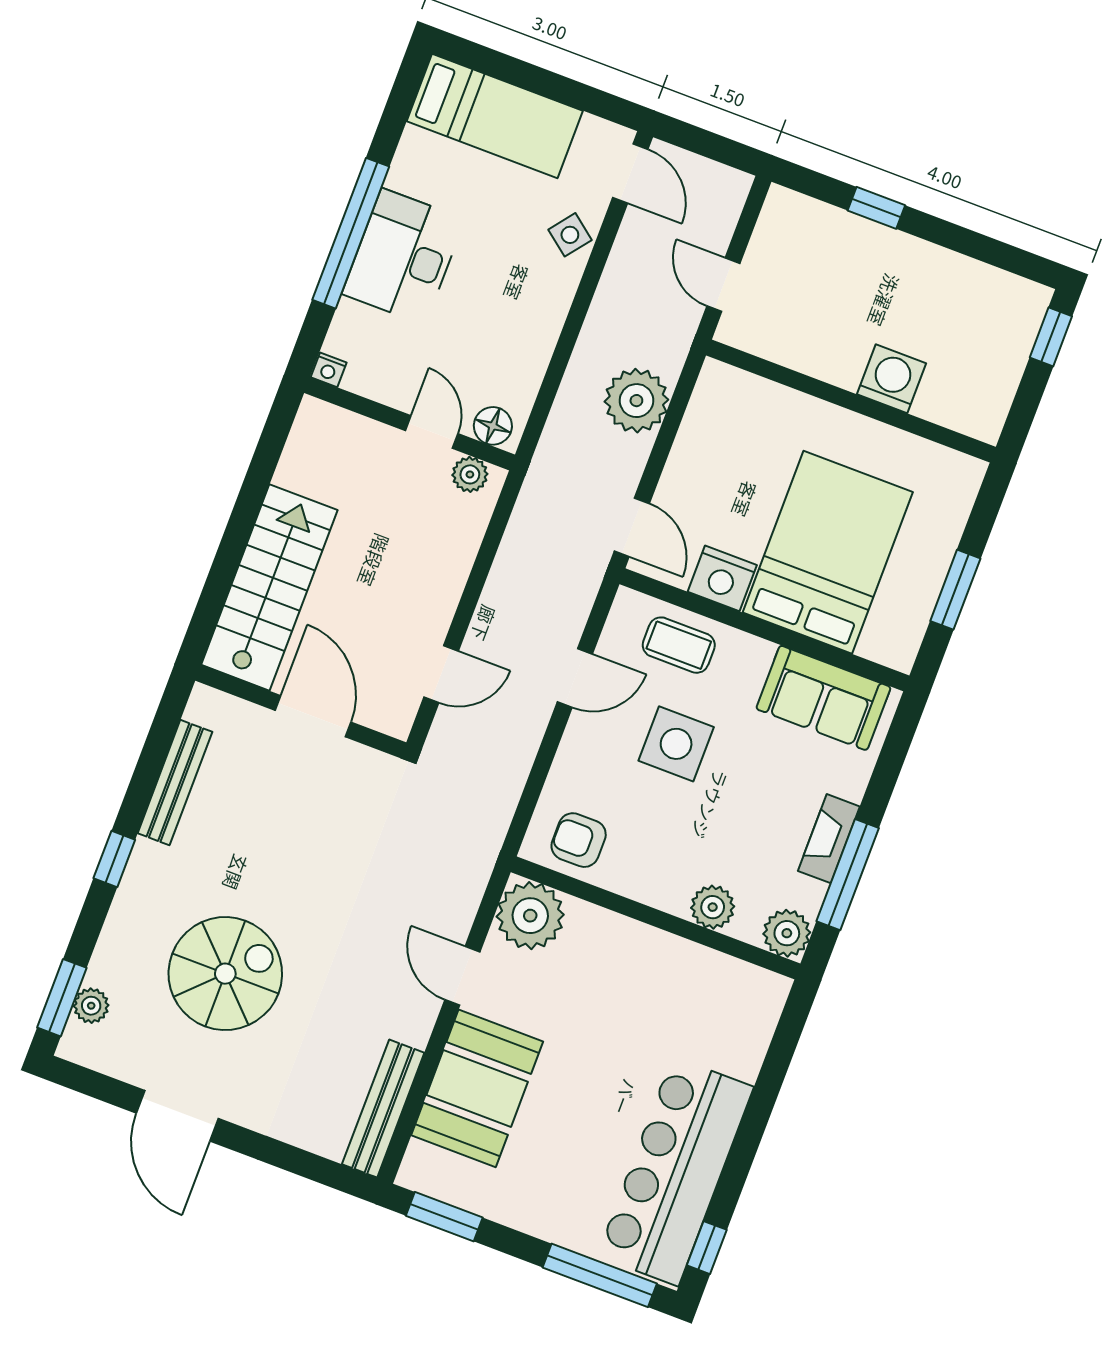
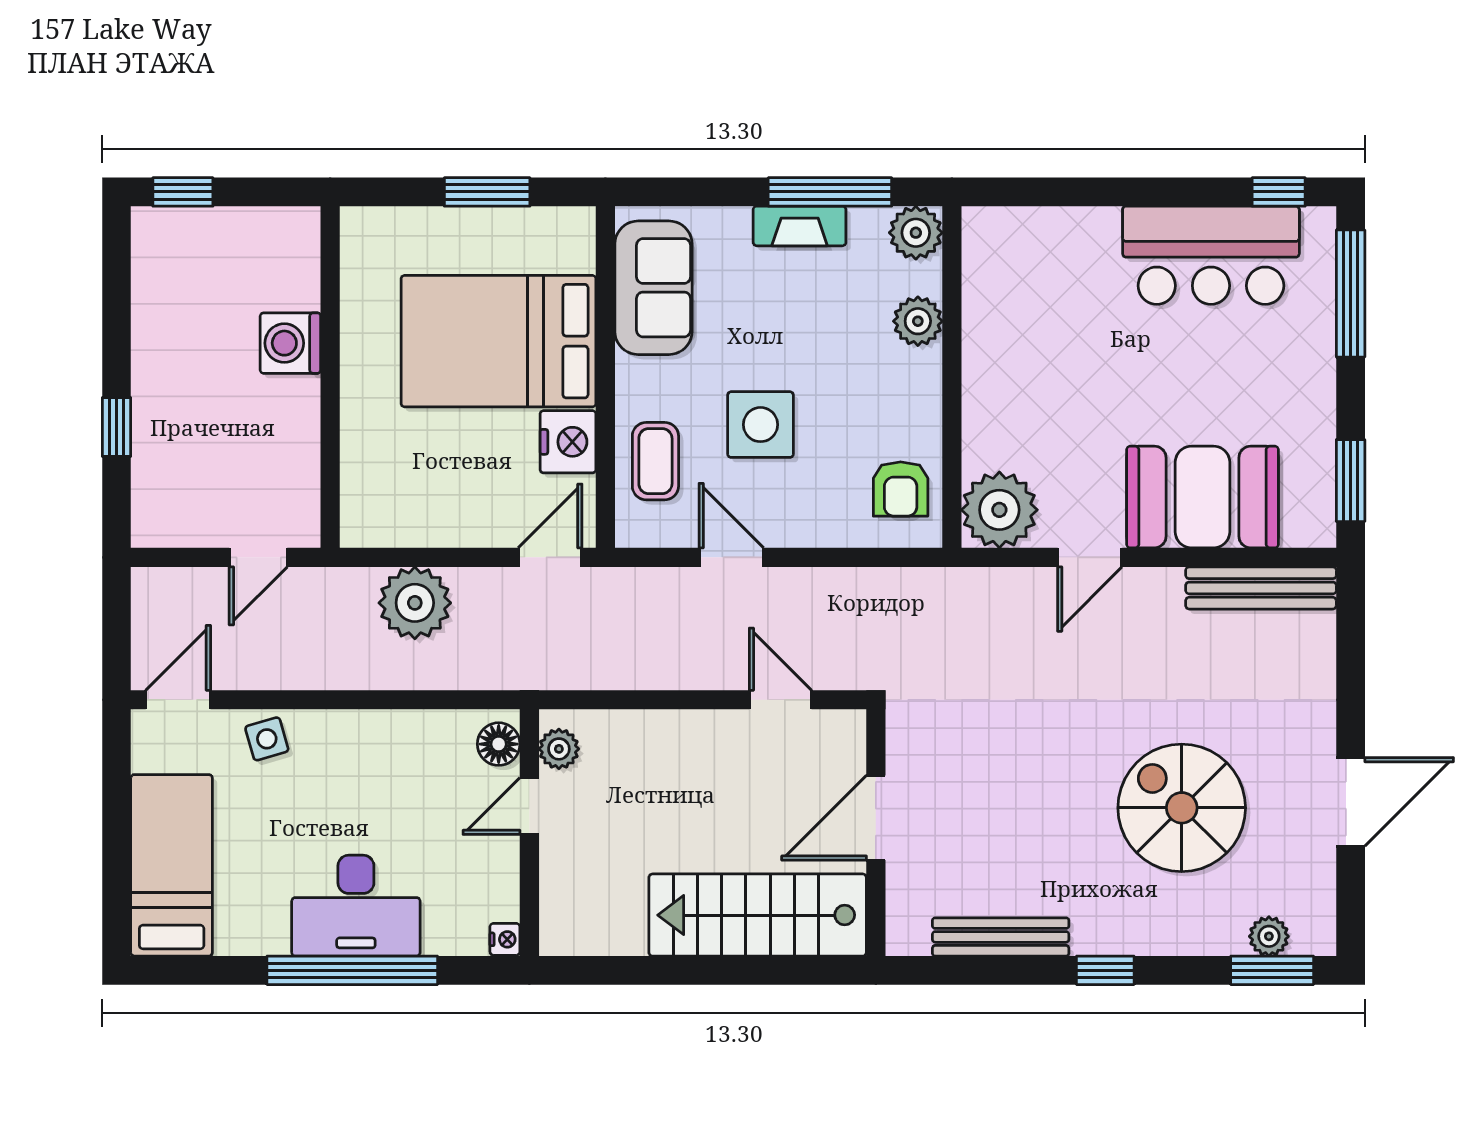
side table: (570, 235) -> (267, 739), turned 36
bar counter: (675, 1171) -> (1211, 255), width x0.73

